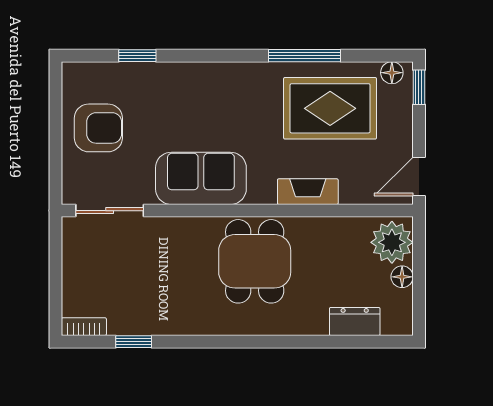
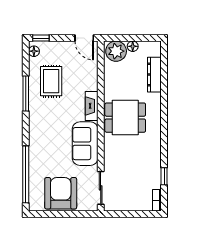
window: (137, 56) -> (26, 174), width x3.17
rug: (330, 108) -> (51, 81), width x0.73, depth x0.70
armchair: (98, 128) -> (61, 193), width x1.36, depth x1.36
fireplace: (308, 192) -> (92, 106), moved
dresser: (355, 321) -> (154, 75), width x1.44

